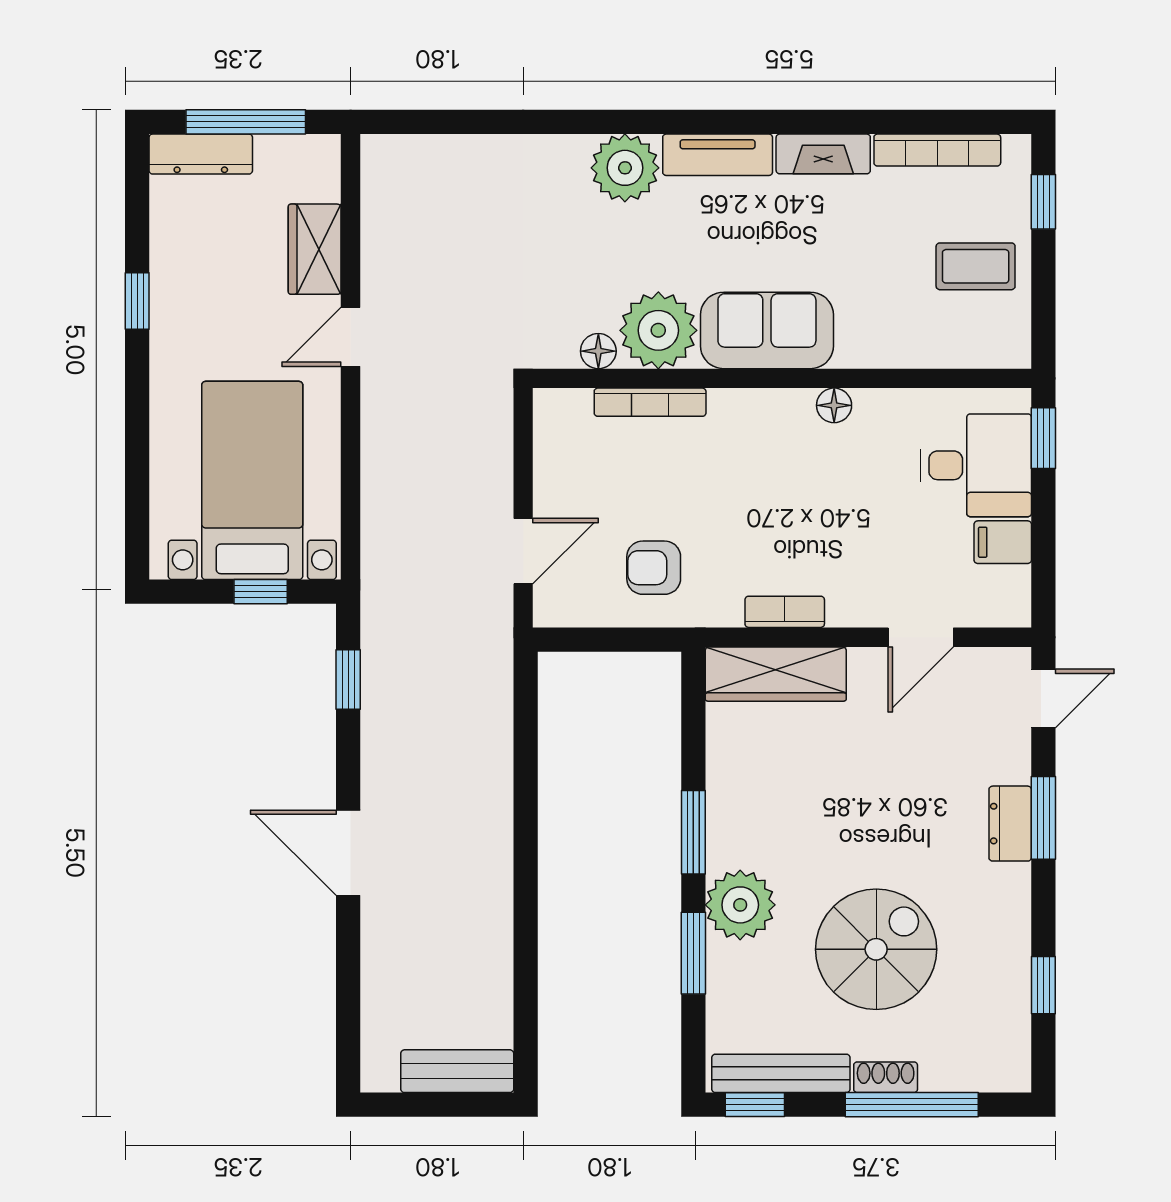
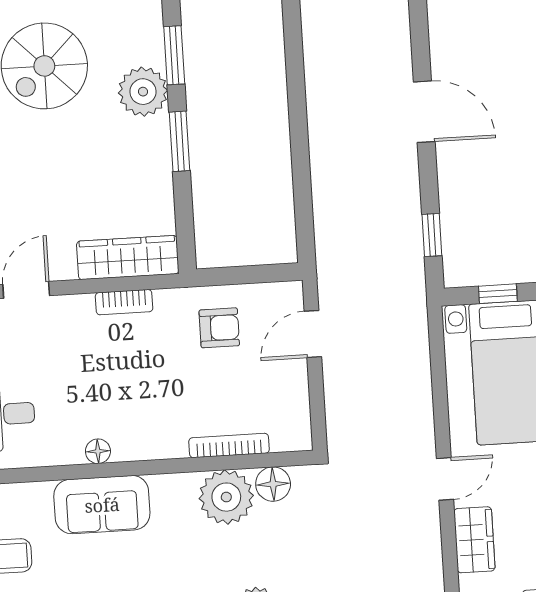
sofa: (767, 330) -> (102, 505), moved
floor lamp: (598, 351) -> (273, 484), width x1.37, depth x1.37

